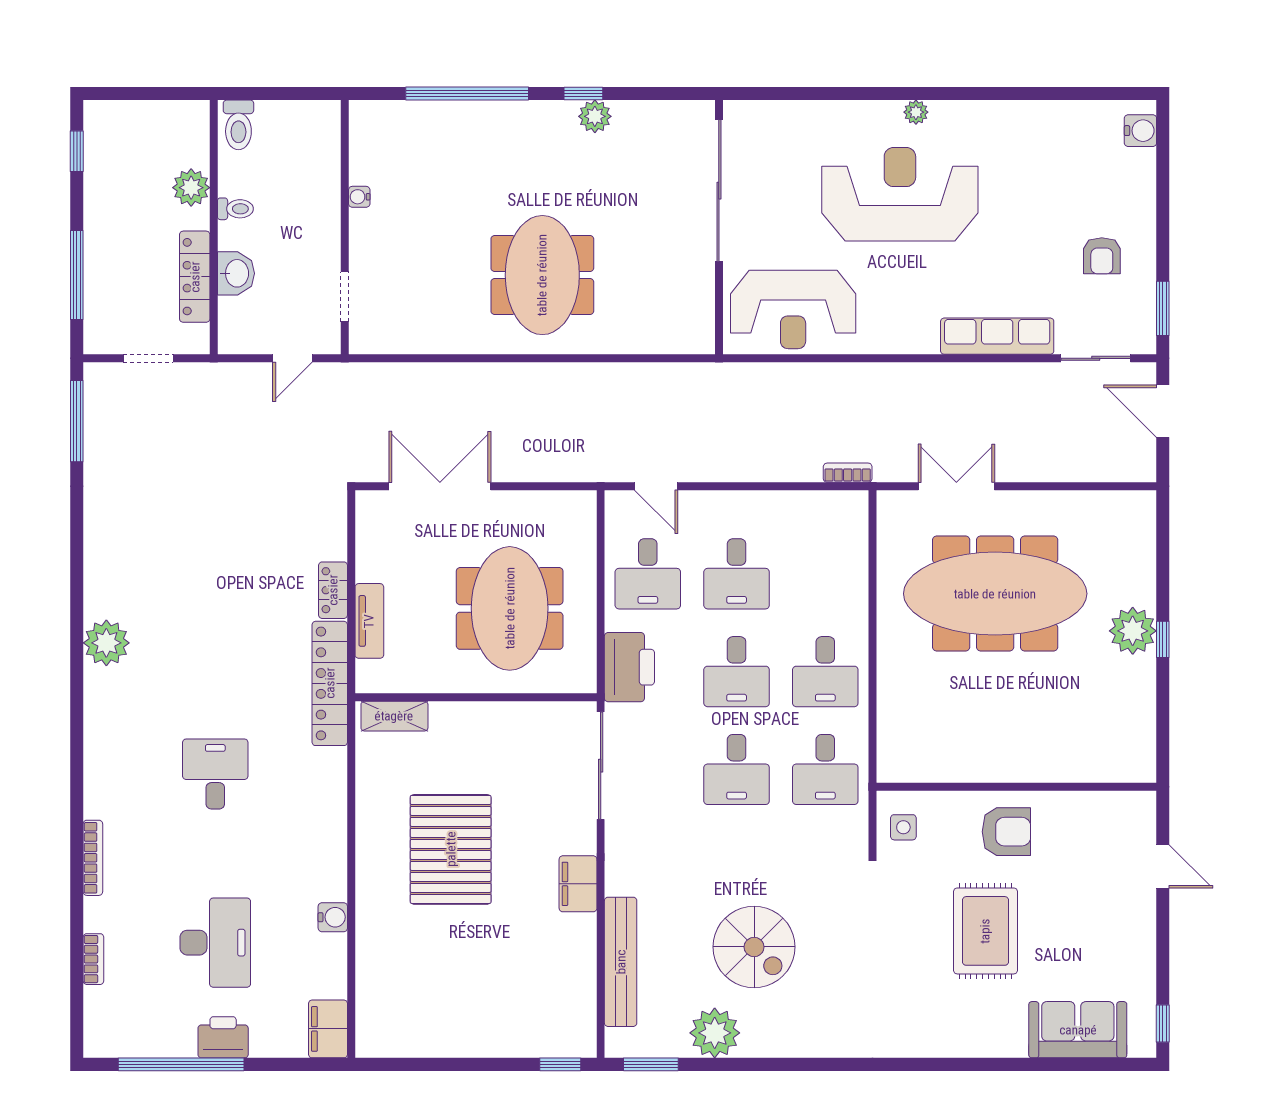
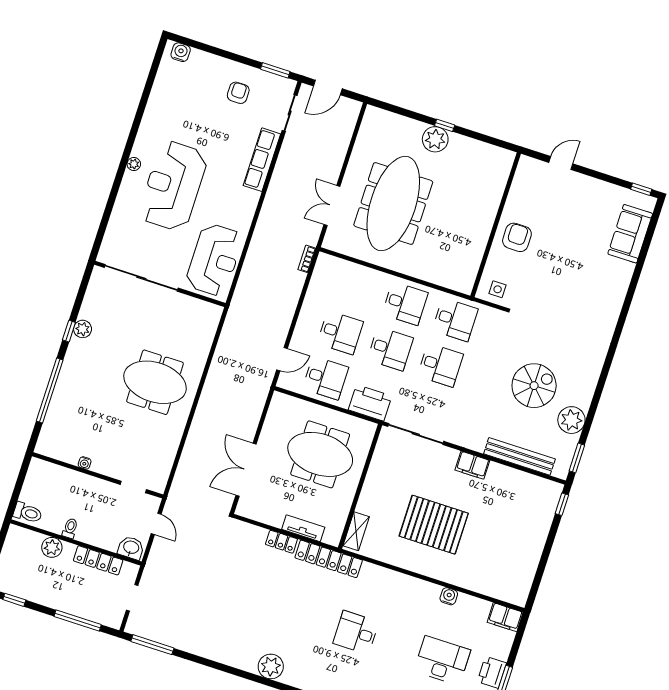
armchair: (1102, 256) -> (238, 93), turned -90
washbasin: (236, 273) -> (131, 548), moved
rug: (985, 931) -> (564, 265), removed

